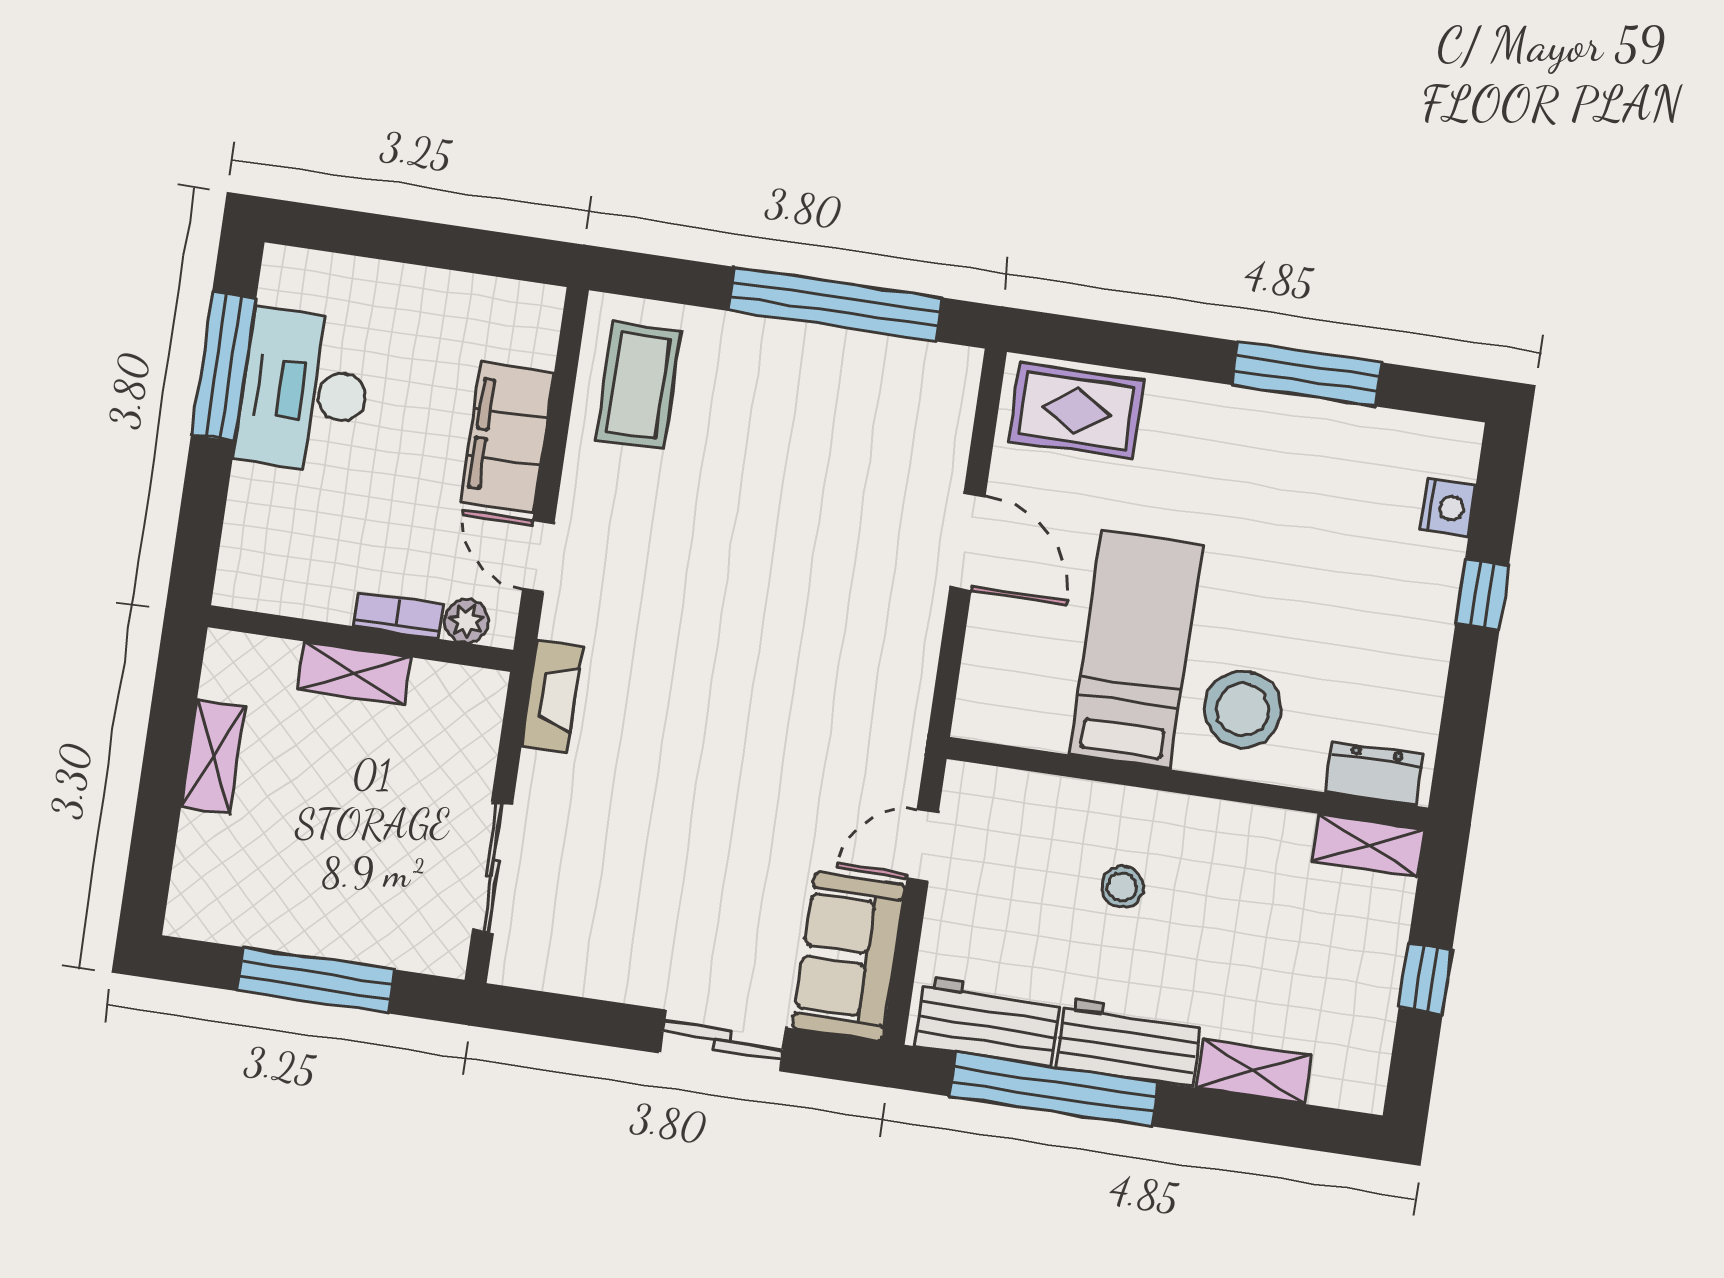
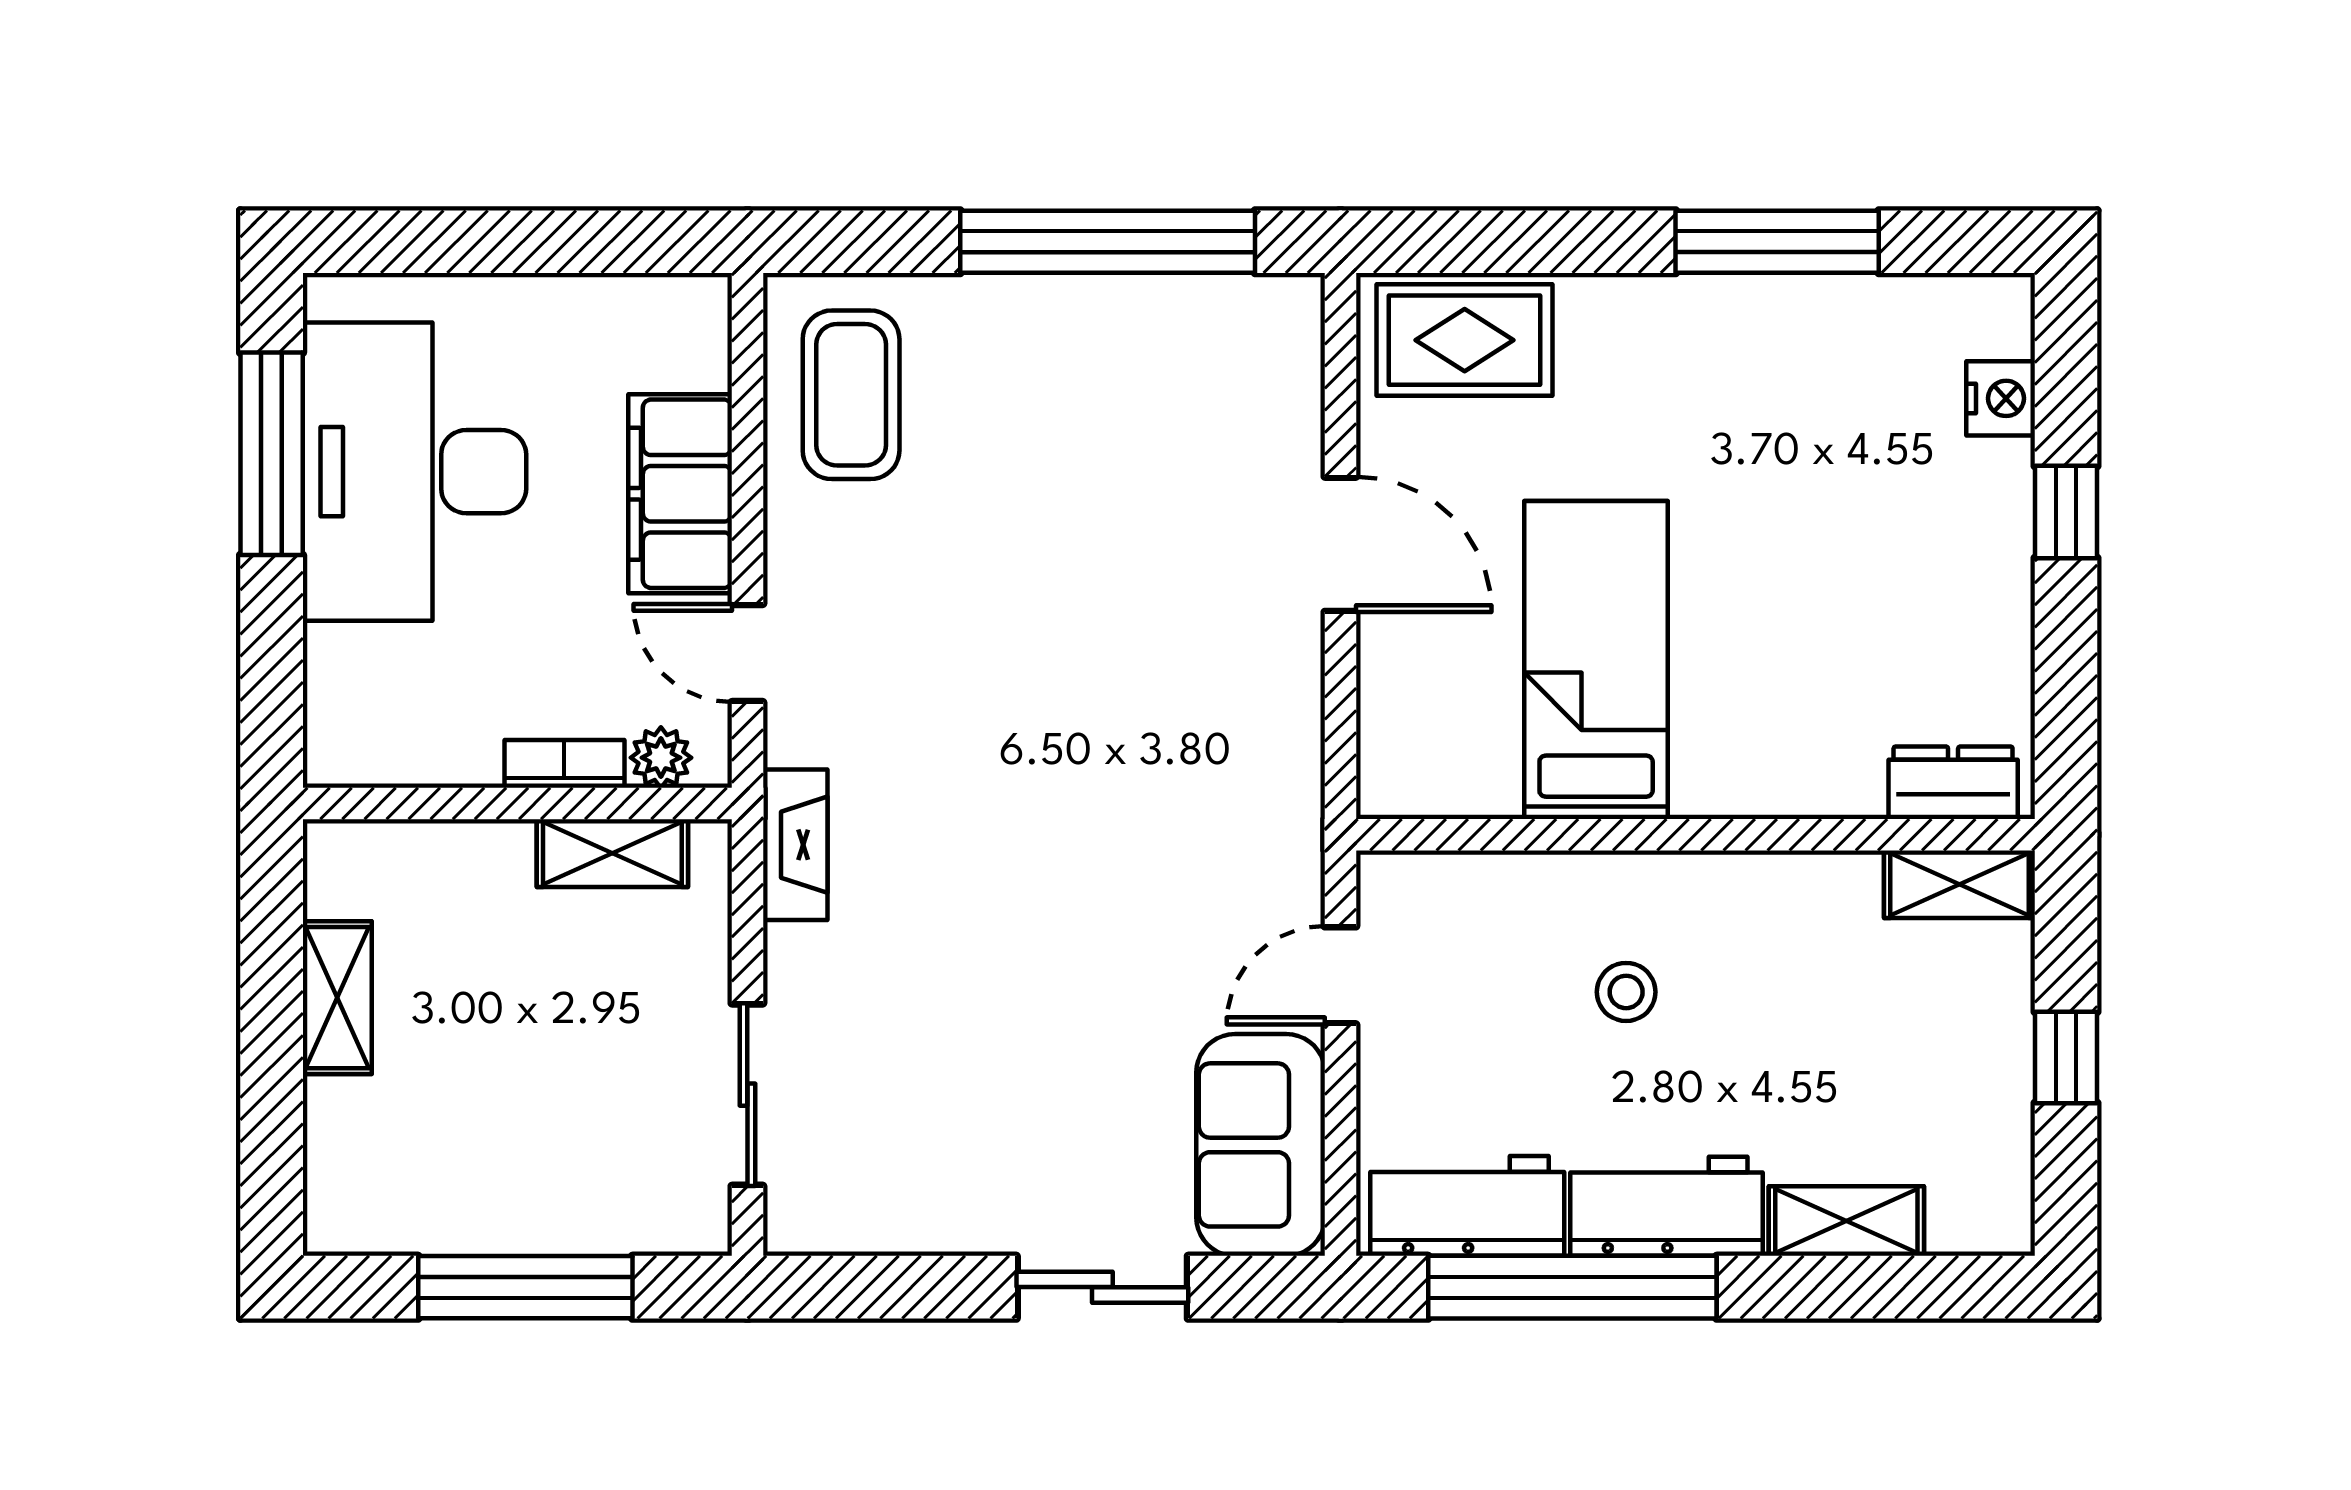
desk: (304, 391) -> (414, 472), width x1.36, depth x1.30
shelving: (354, 673) -> (612, 853), moved
stool: (1243, 710) -> (1757, 721), removed

